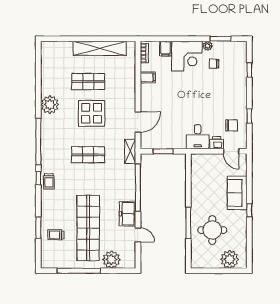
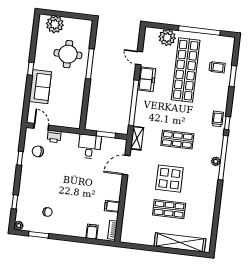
plant: (208, 46) -> (19, 226), moved
shelving: (100, 48) -> (180, 242), moved
corner desk: (187, 56) -> (72, 222), removed
plant: (50, 105) -> (216, 161), moved, width x0.53, depth x0.53
desk: (198, 137) -> (89, 146), moved

